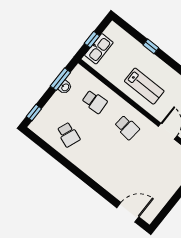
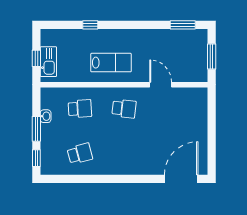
window: (60, 79) -> (36, 129), moved
school desk: (68, 135) -> (80, 154), turned -36
door: (128, 212) -> (181, 179), width x1.36

